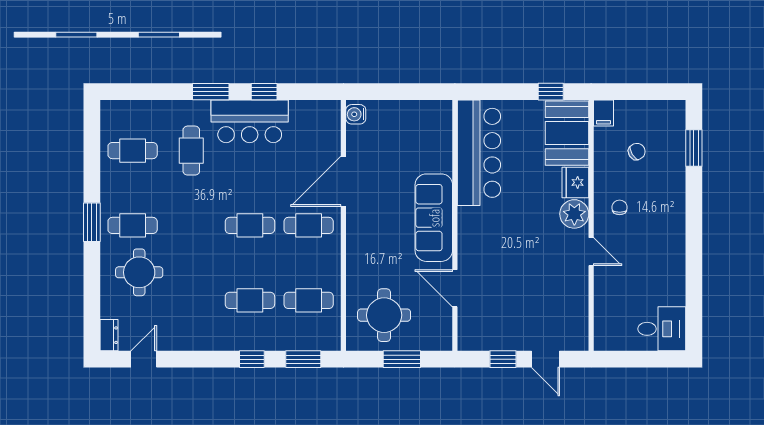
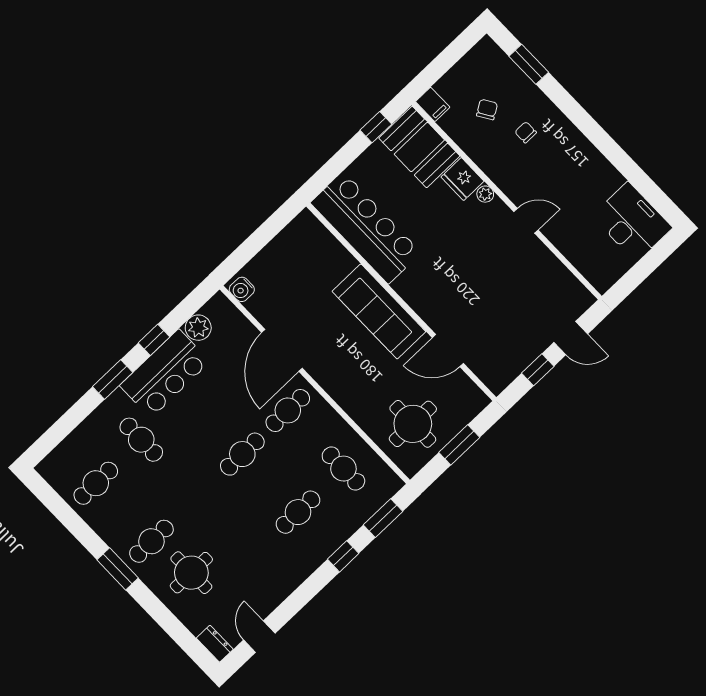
plant: (302, 112) -> (198, 328), added
chair: (620, 207) -> (526, 132), moved
plant: (574, 214) -> (485, 194), width x0.53, depth x0.53
cafe table: (309, 300) -> (343, 469), turned 90
desk: (662, 329) -> (632, 222), width x1.37

